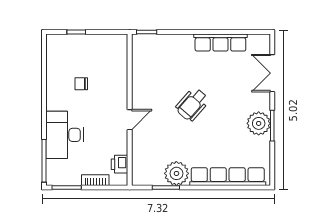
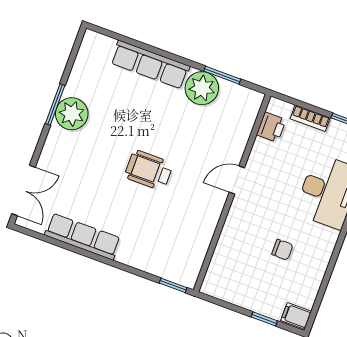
filing cabinet: (55, 42) -> (296, 316), added
double door: (272, 73) -> (23, 190), moved
wheelchair: (192, 104) -> (149, 170), turned -131
row of seats: (228, 177) -> (150, 65), width x0.73

